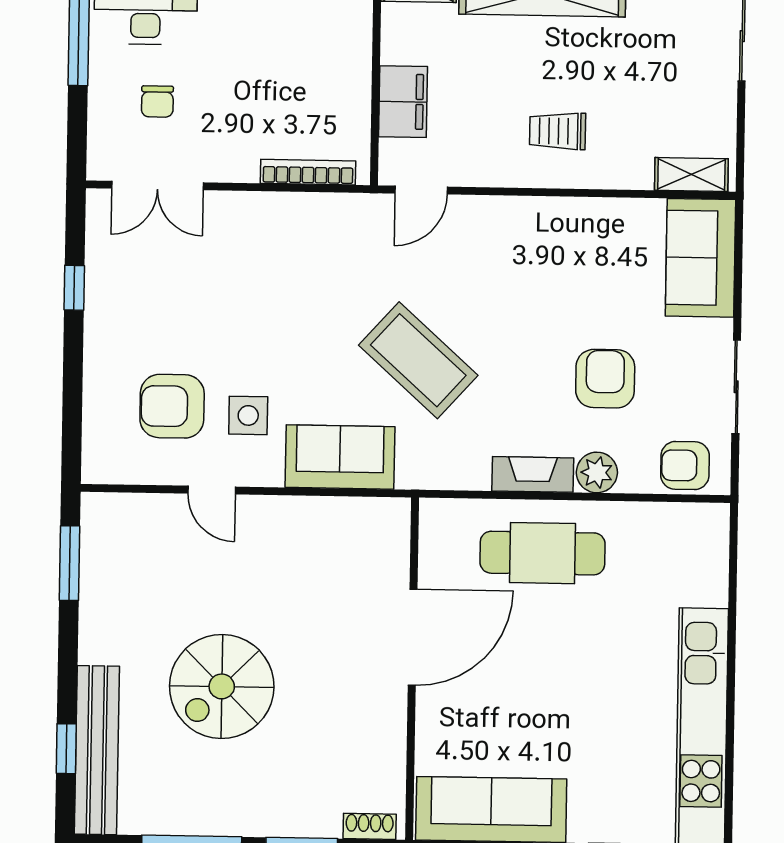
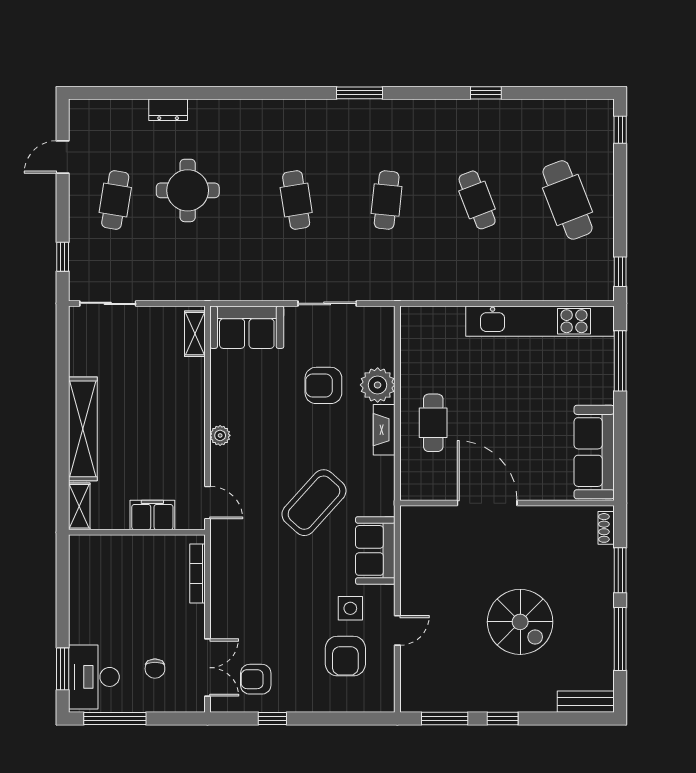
chair: (157, 101) -> (155, 669), turned 90
trolley: (558, 131) -> (169, 418), removed
plant: (528, 212) -> (220, 435), added
armchair: (685, 465) -> (256, 679), moved, turned 90
plant: (597, 472) -> (378, 385), width x1.36, depth x1.36
cafe table: (542, 553) -> (433, 423), width x0.73, depth x0.74
window: (66, 749) -> (503, 718), moved
bench: (97, 750) -> (586, 702), width x0.54, depth x0.82

